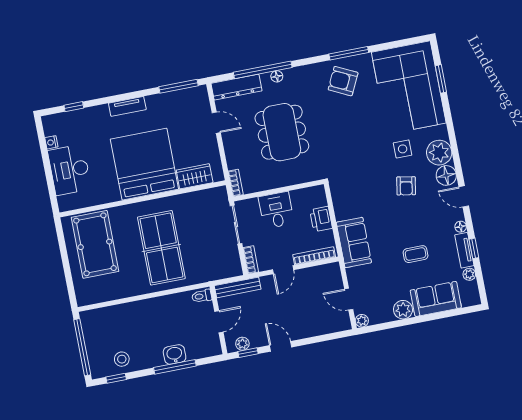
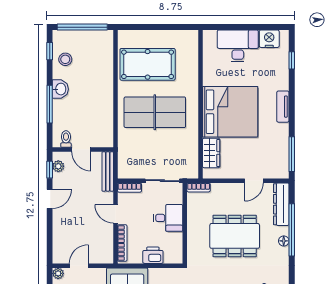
nightstand: (51, 142) -> (269, 39), width x1.89, depth x1.79
pool table: (95, 244) -> (148, 64), moved
toilet: (202, 296) -> (66, 139), moved
washbasin: (175, 354) -> (60, 89), moved

